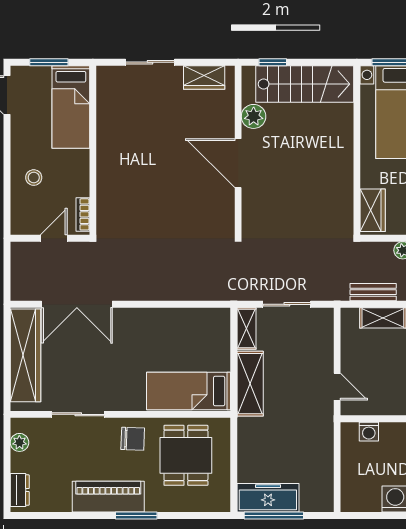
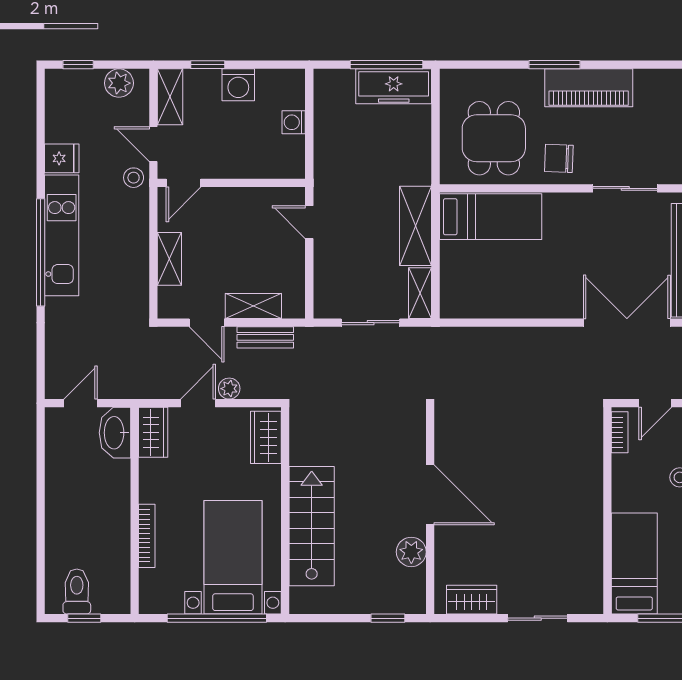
stairs: (305, 84) -> (312, 526), moved, turned 90
washing machine: (369, 432) -> (294, 122), moved, turned -90

